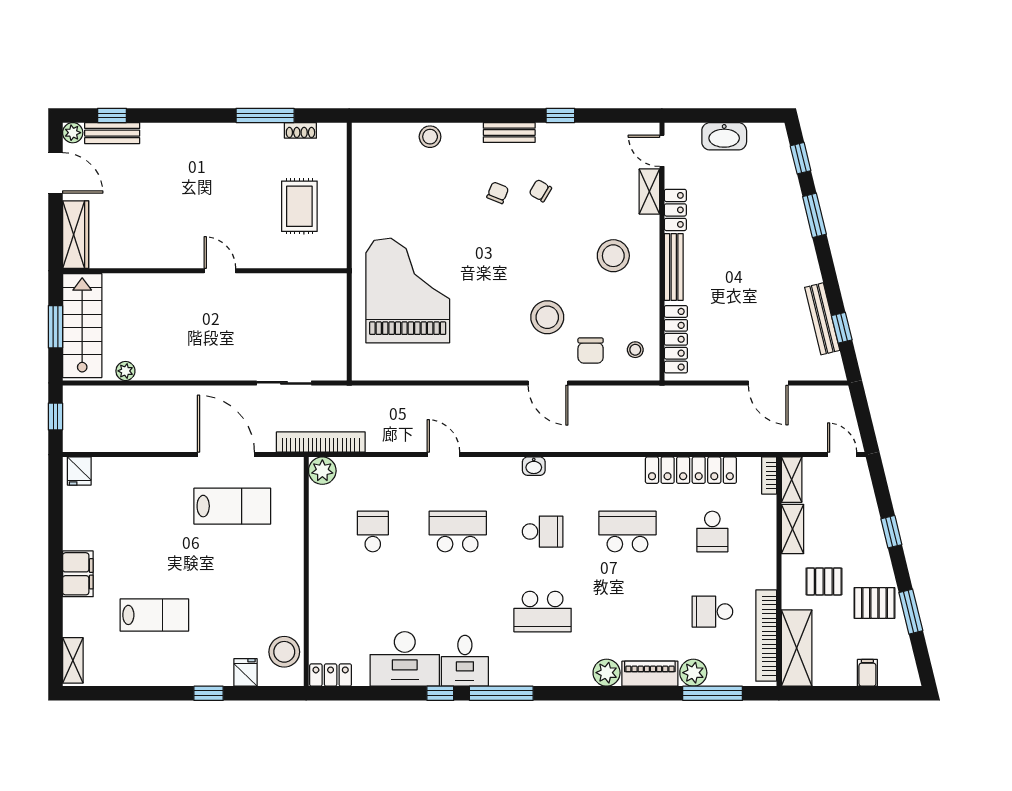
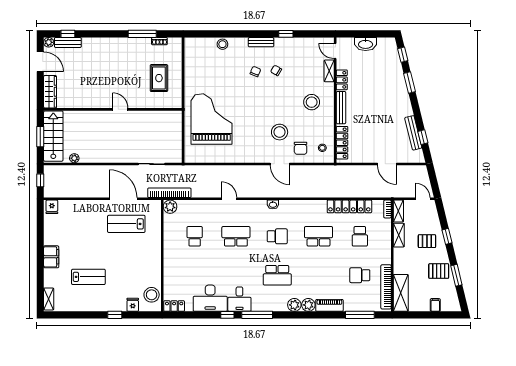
lab bench: (232, 506) -> (126, 224), turned 180
pallet: (824, 581) -> (427, 241), moved
plant: (693, 673) -> (294, 305), moved

